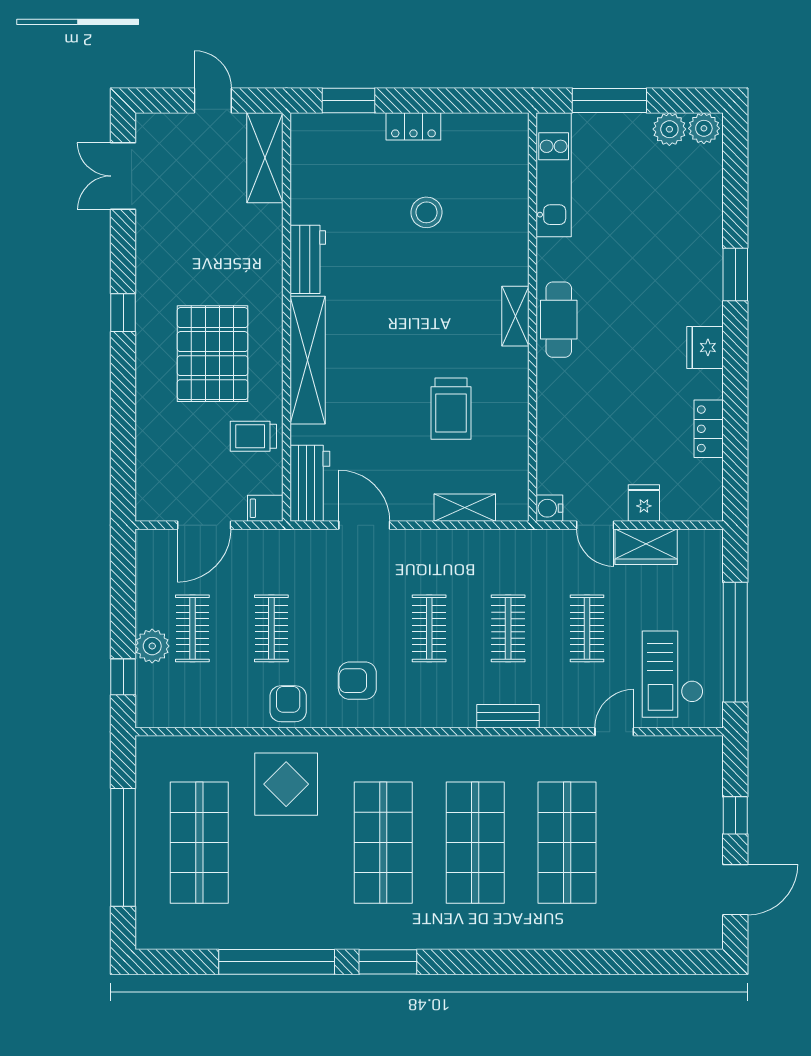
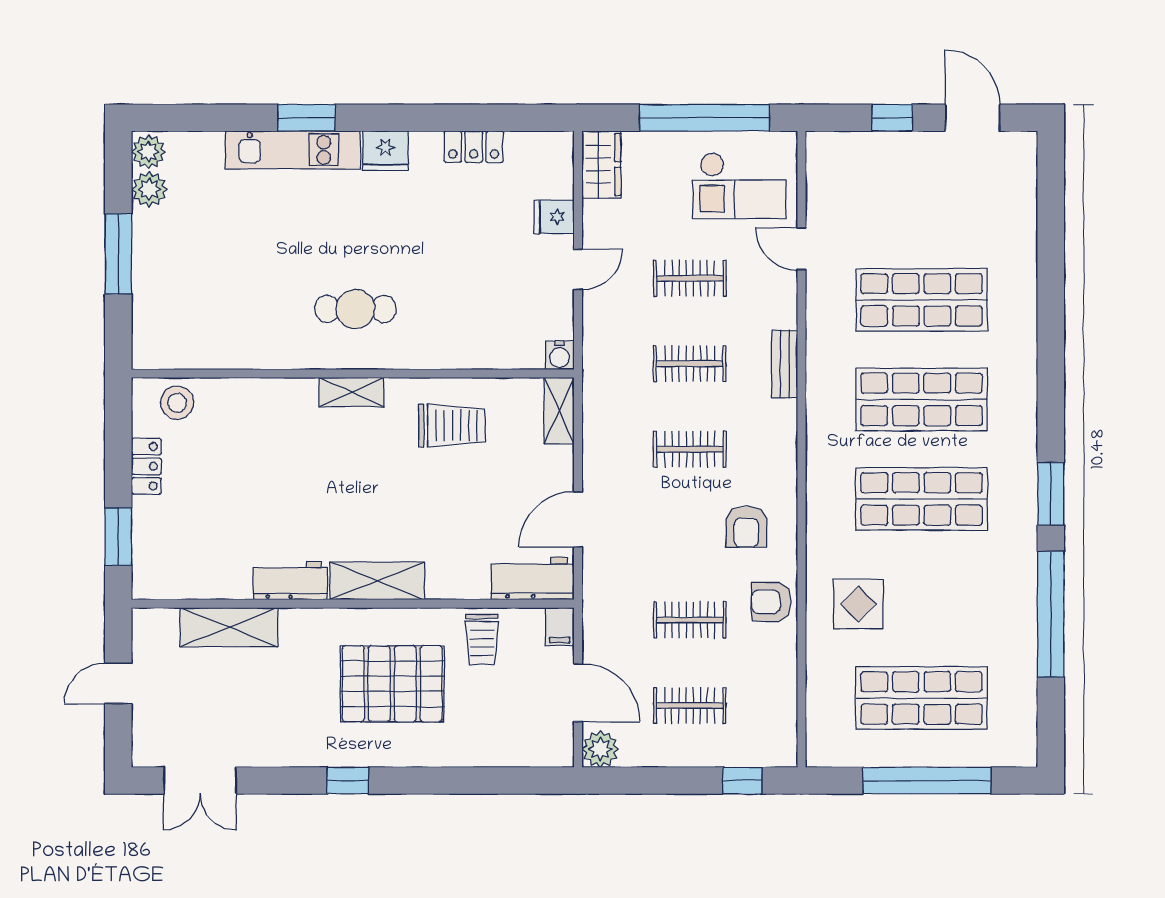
shelving: (265, 158) -> (229, 627), moved
kitchen unit: (554, 175) -> (293, 150), moved, turned 180
stool: (427, 212) -> (177, 403), moved
shelving: (515, 316) -> (352, 392), moved
wall: (532, 317) -> (353, 374), moved
shelving: (308, 360) -> (377, 581), width x0.68
water cooler: (549, 508) -> (560, 355), moved
wardrobe: (646, 547) -> (601, 164), moved
plant: (152, 646) -> (600, 749), moved
display table: (286, 784) -> (858, 604), width x0.73, depth x0.73

